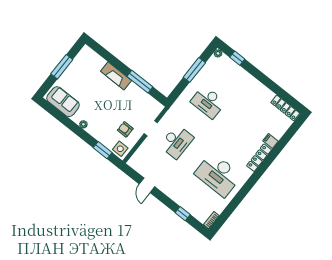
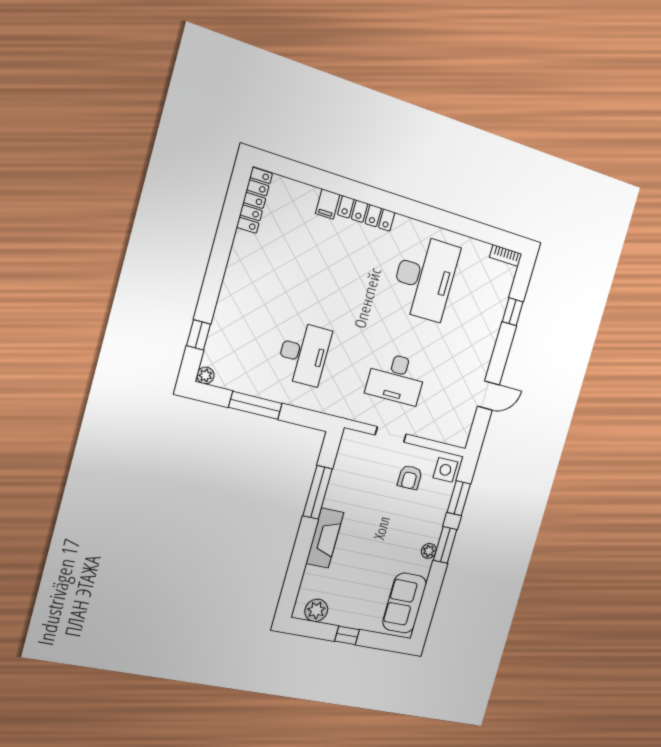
plant: (82, 57) -> (316, 610), added
window: (62, 67) -> (347, 635), width x0.46
window: (82, 134) -> (445, 545), added
desk: (177, 142) -> (396, 378), turned 180

